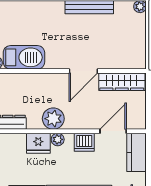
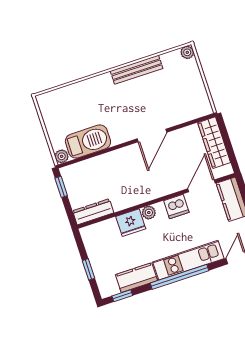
wardrobe: (122, 82) -> (214, 143), moved, turned 90
plant: (53, 119) -> (138, 193), removed

